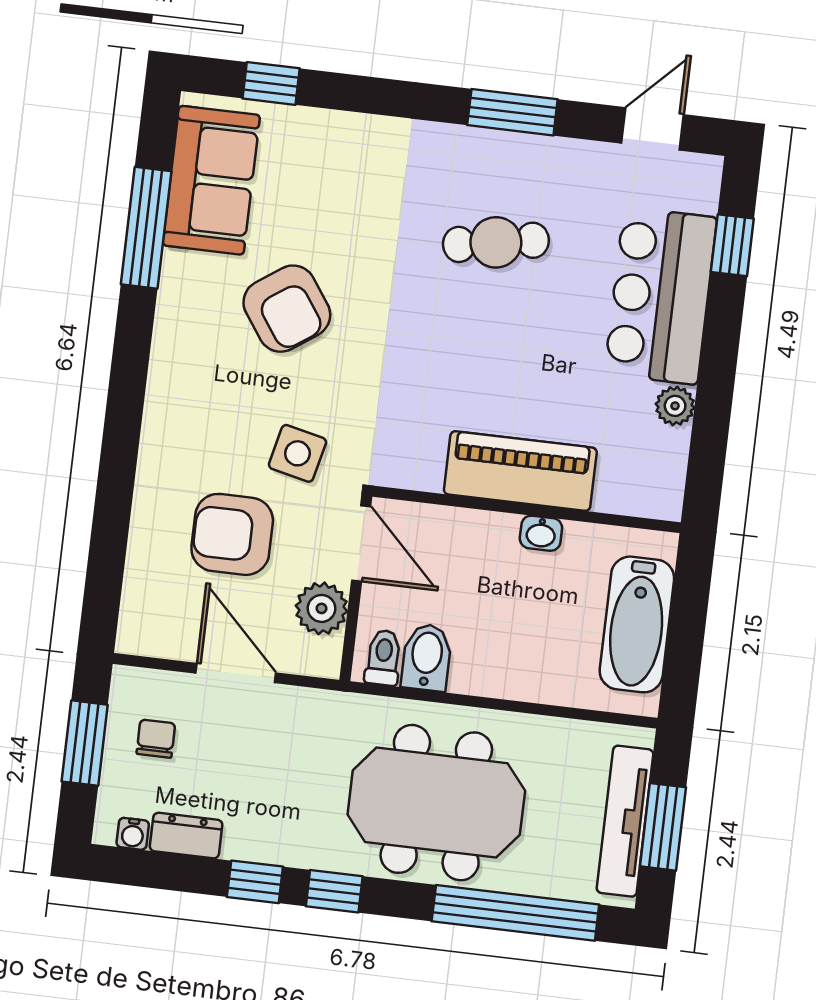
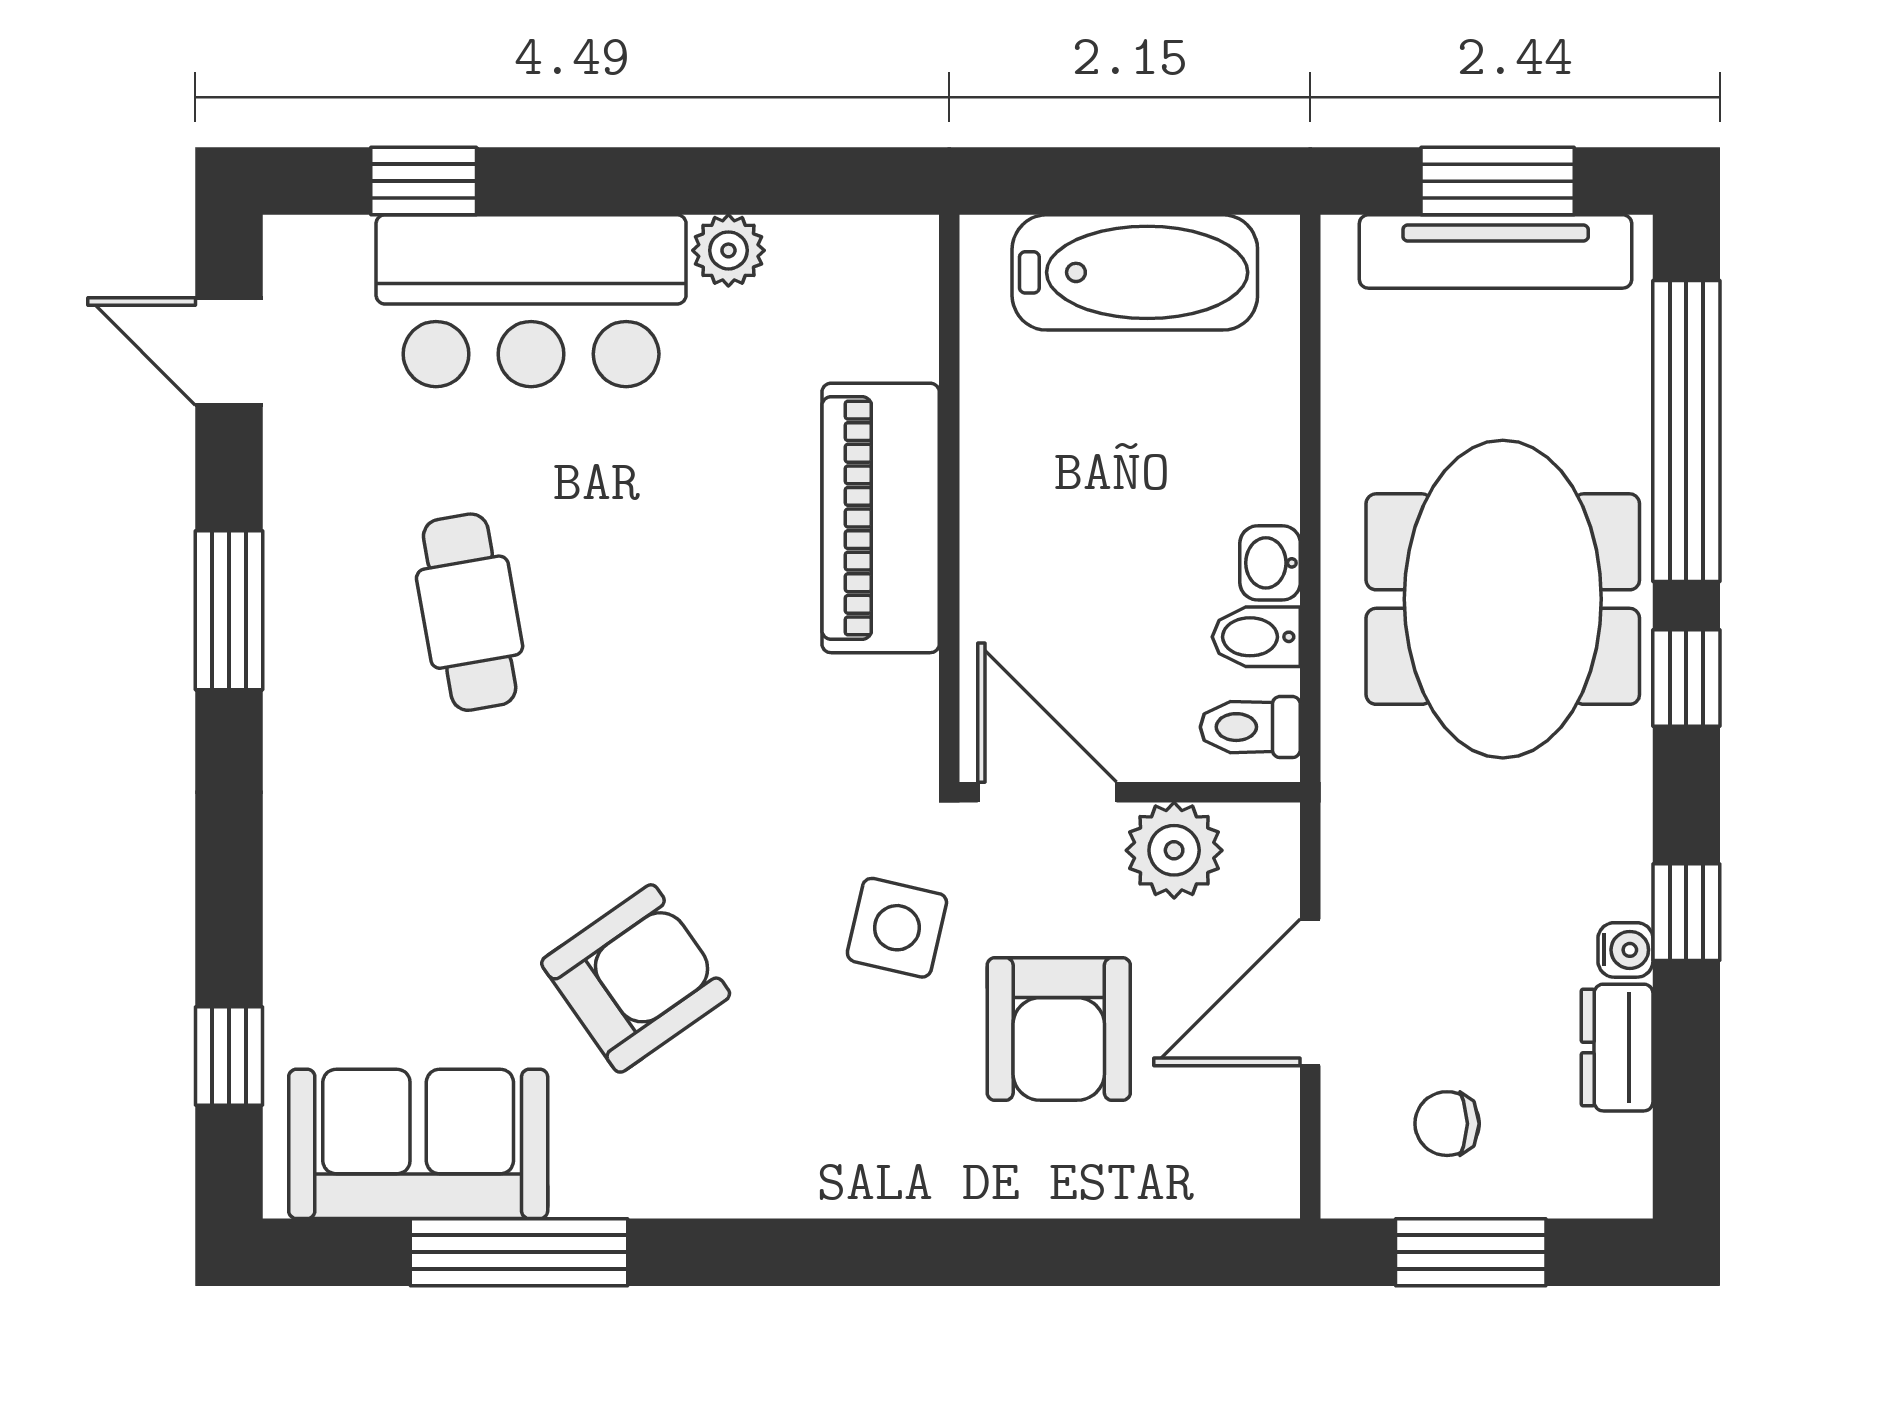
washbasin: (541, 533) -> (1270, 563), moved, turned 180
door: (361, 543) -> (1047, 792), hinge flipped
bidet: (427, 657) -> (1256, 637), width x0.72, depth x0.74
water cooler: (133, 834) -> (1625, 950), moved
window: (334, 891) -> (1686, 678), moved

